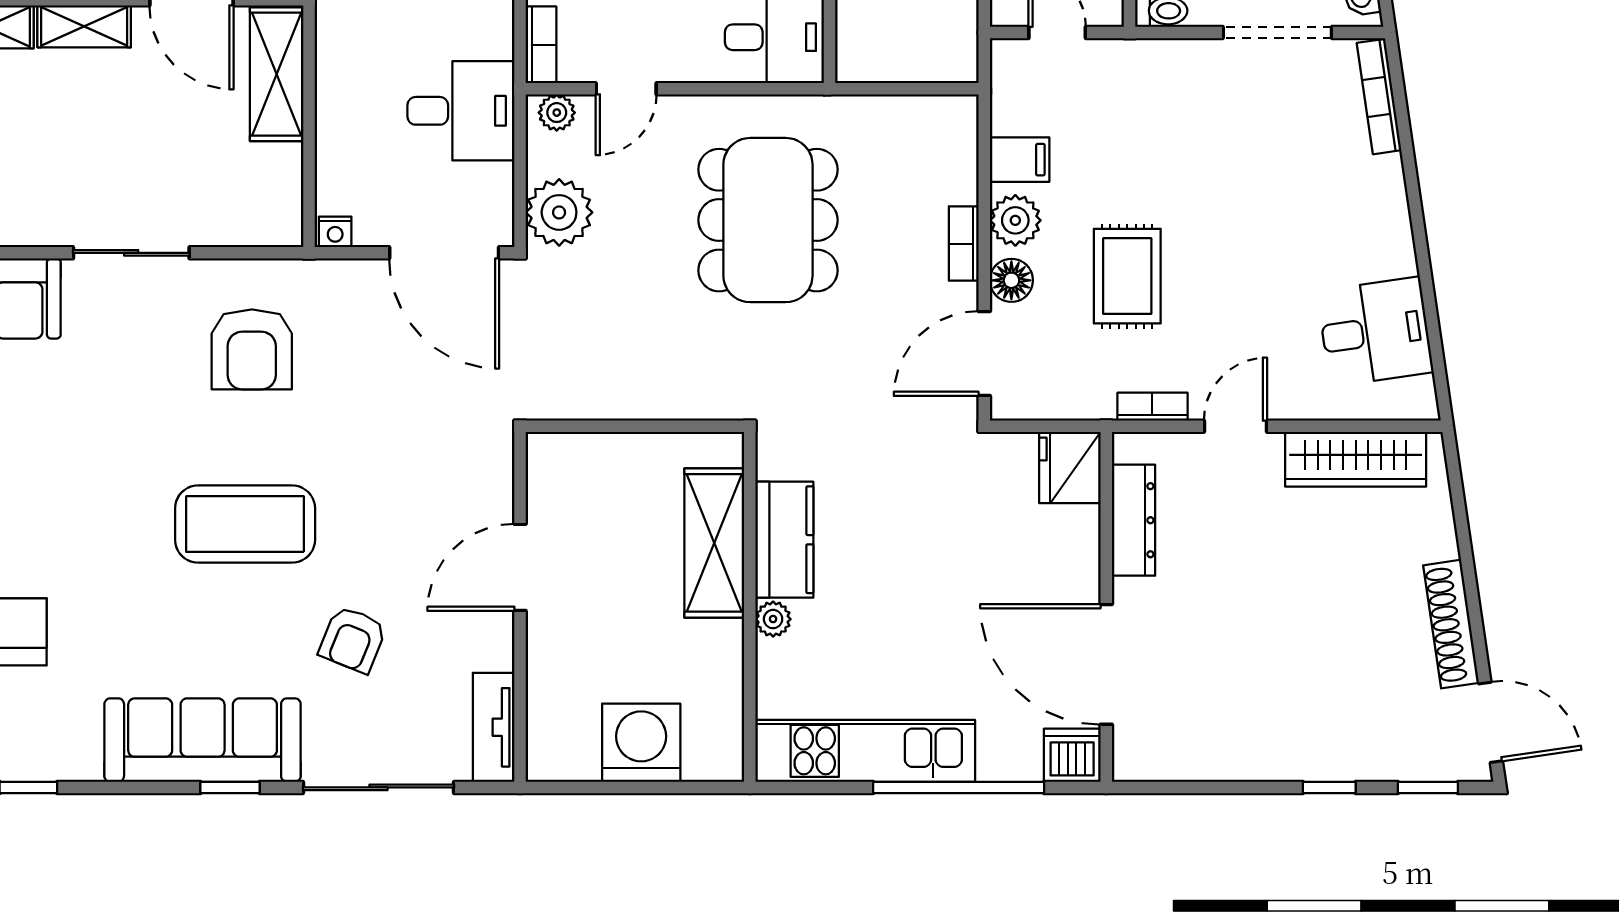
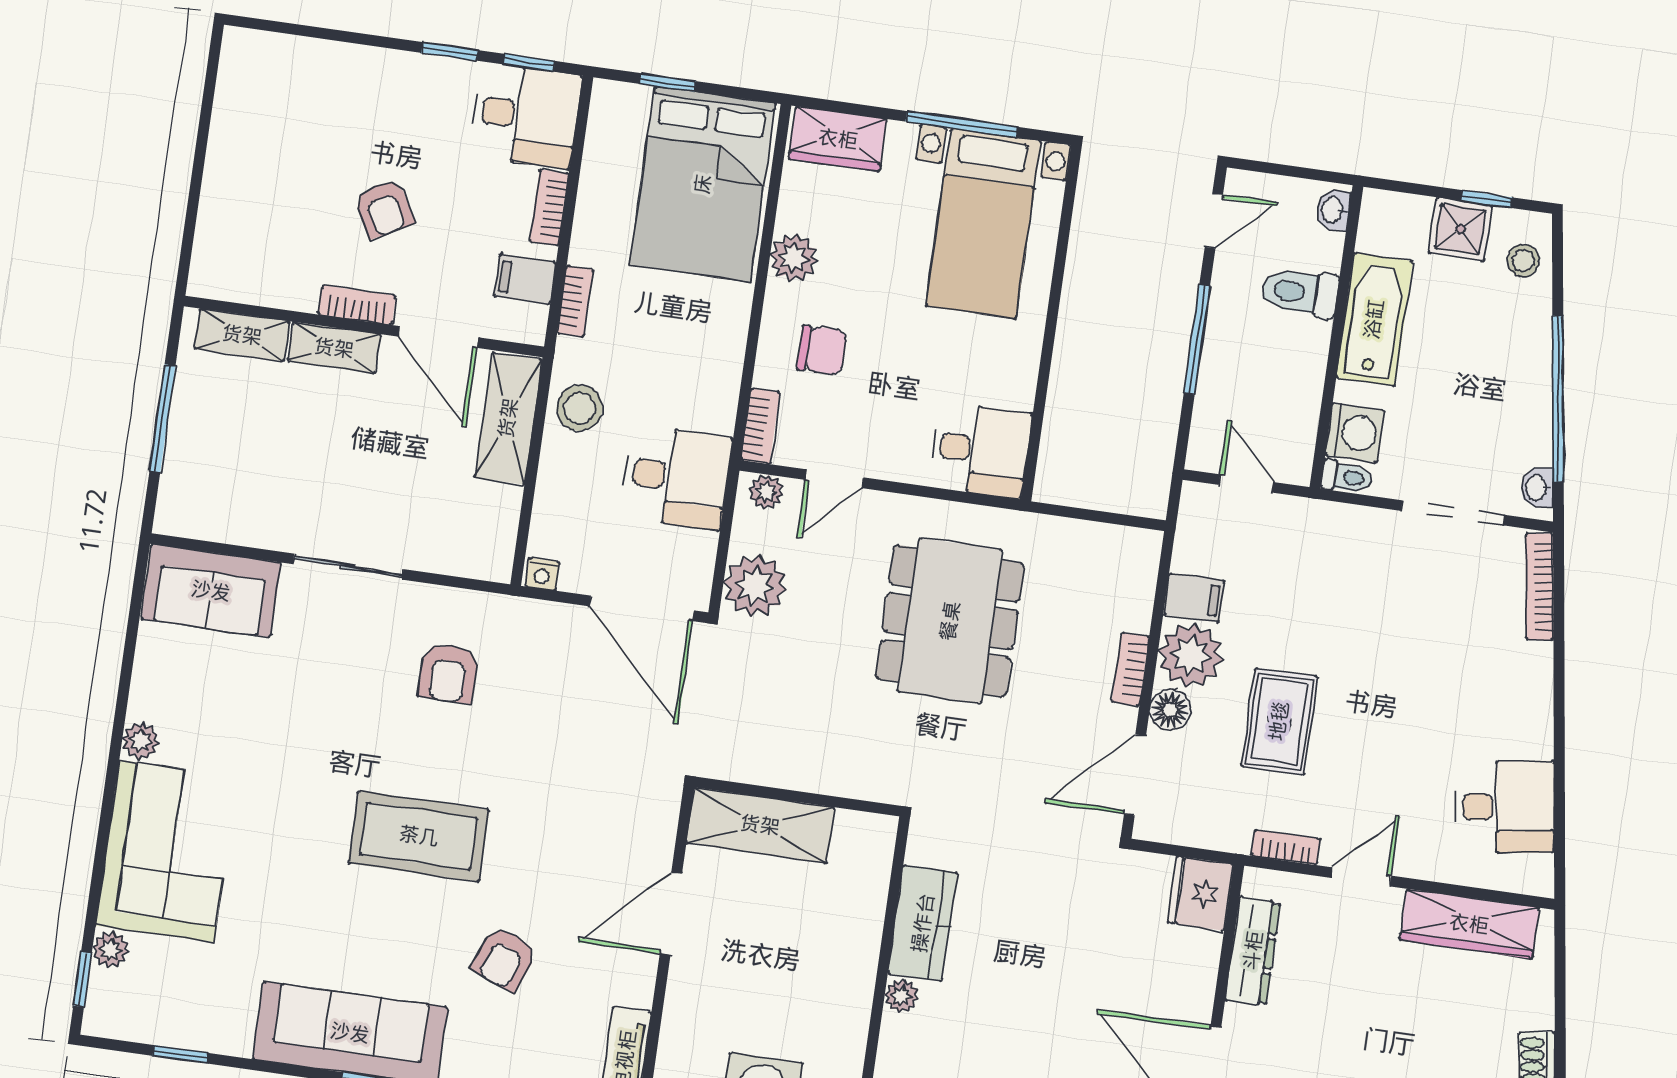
stool: (349, 53) -> (580, 408), added
plant: (1015, 220) -> (1191, 655), width x1.36, depth x1.36
armchair: (252, 349) -> (448, 673), width x0.72, depth x0.72
shelving: (714, 543) -> (760, 825), moved, turned 90

